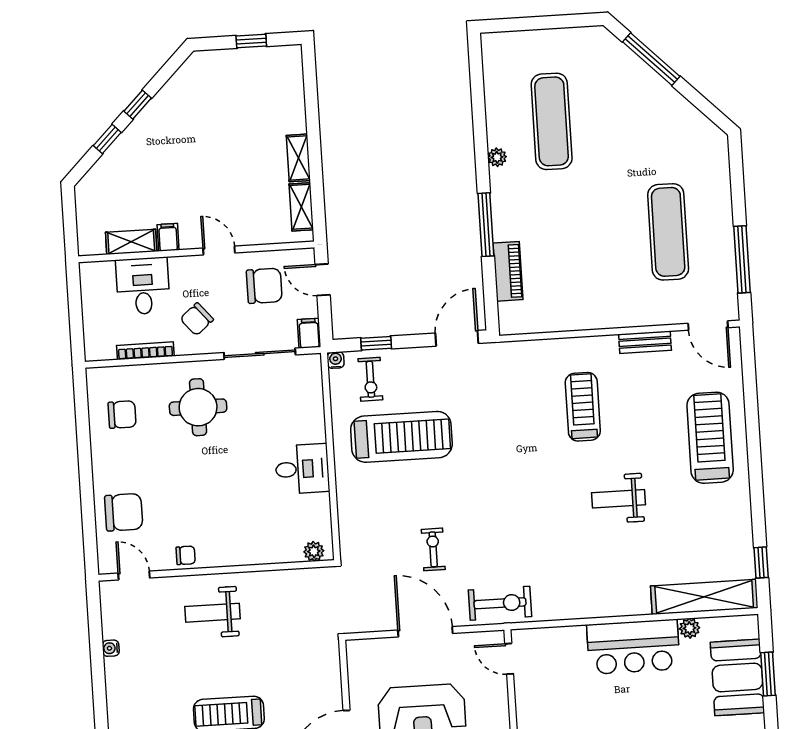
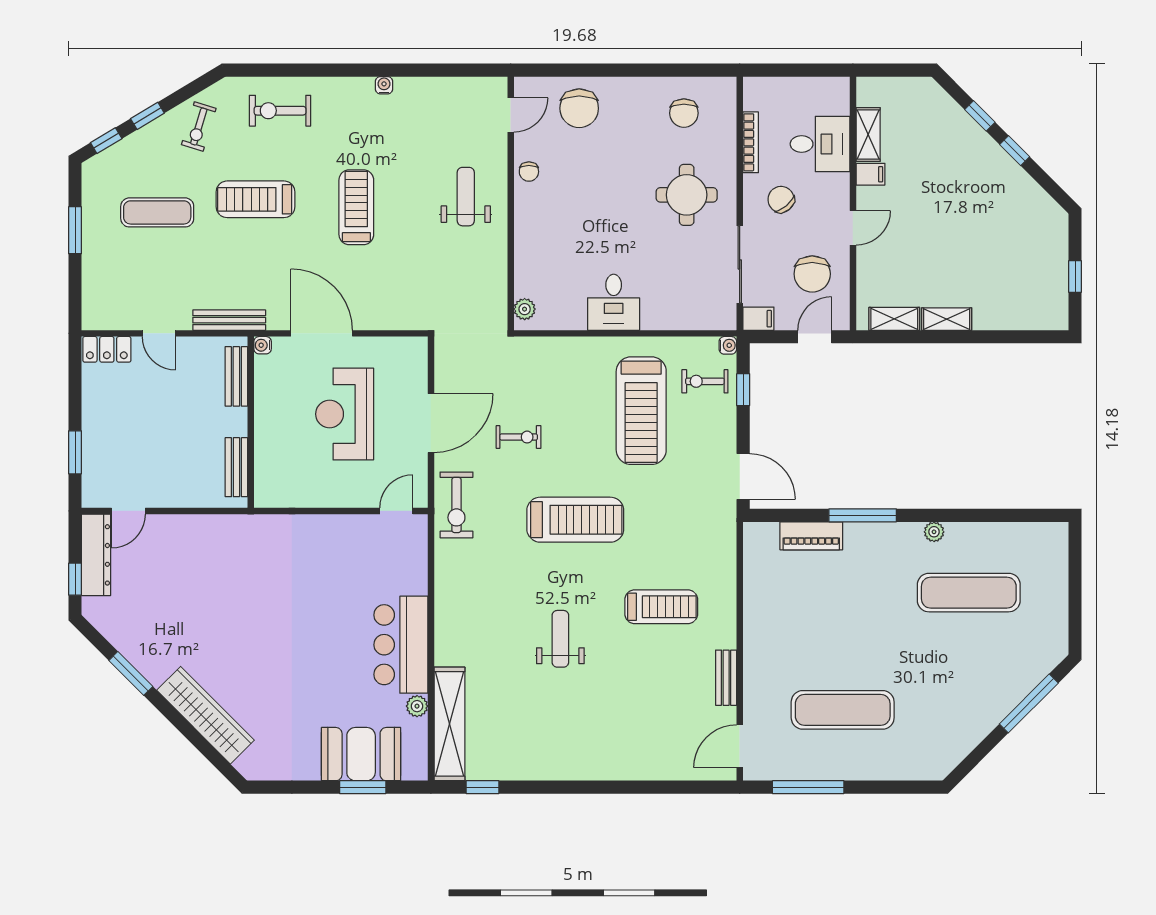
treadmill: (710, 438) -> (575, 520), moved
water cooler: (111, 648) -> (384, 85), moved

